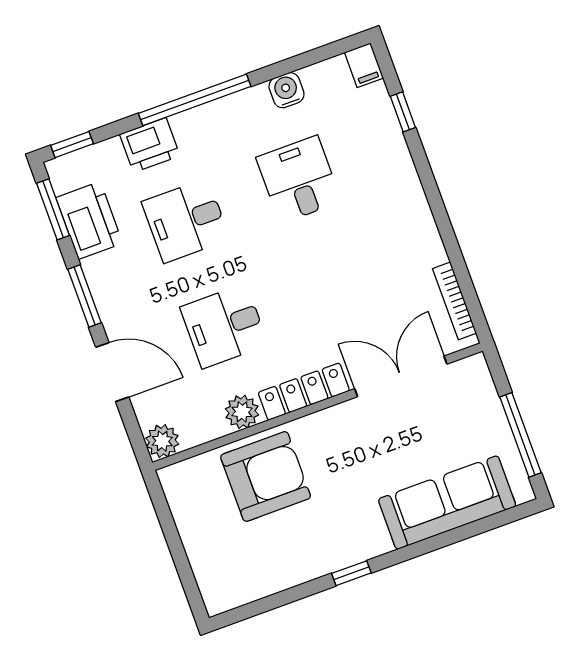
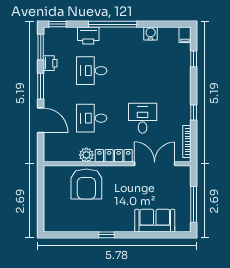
desk: (299, 179) -> (143, 118), moved
printer: (89, 220) -> (50, 63), width x0.53, depth x0.68
window: (446, 231) -> (194, 113), added
plant: (162, 441) -> (50, 155), removed
armchair: (266, 476) -> (86, 184), turned 90
sofa: (447, 503) -> (155, 221), width x0.73

